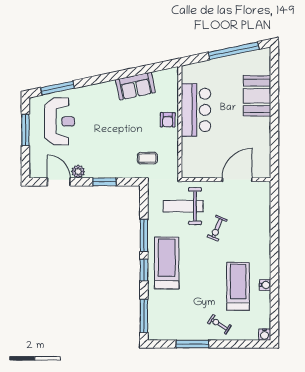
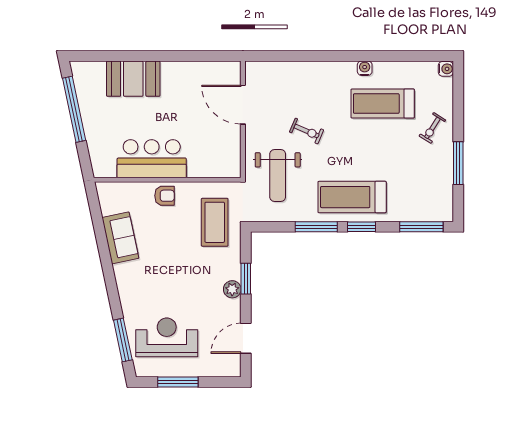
coffee table: (147, 158) -> (215, 222), width x1.86, depth x1.72
plant: (78, 171) -> (232, 289), moved
water cooler: (265, 285) -> (365, 68), moved

